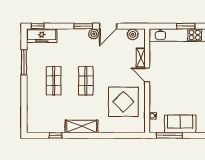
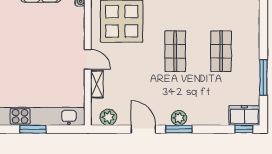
door: (108, 26) -> (143, 129), hinge flipped
plant: (94, 34) -> (179, 118), moved
freezer: (42, 36) -> (244, 115), width x0.71

